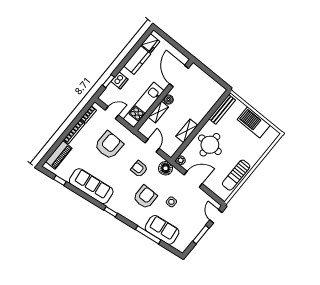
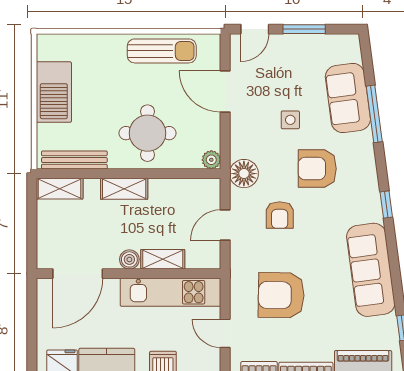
shelving: (216, 95) -> (60, 189), added
shelving: (187, 131) -> (124, 189), moved
door: (193, 179) -> (225, 92), moved

